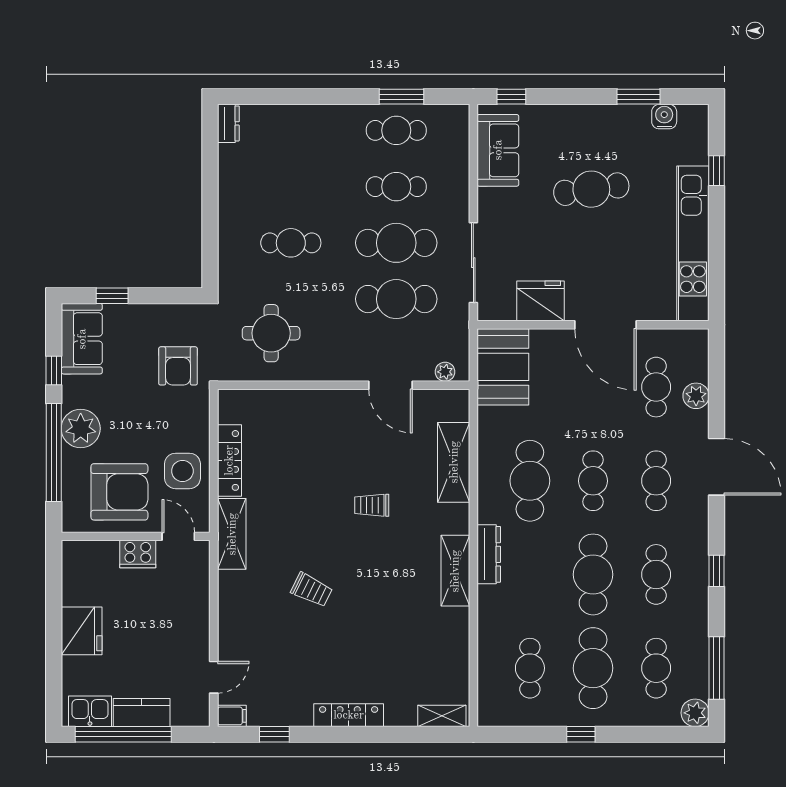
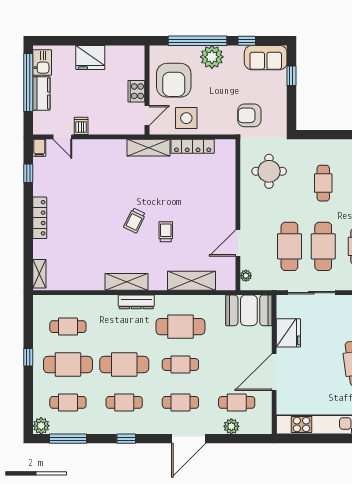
trolley: (312, 590) -> (135, 221), moved
dishwasher: (195, 646) -> (81, 126), added

